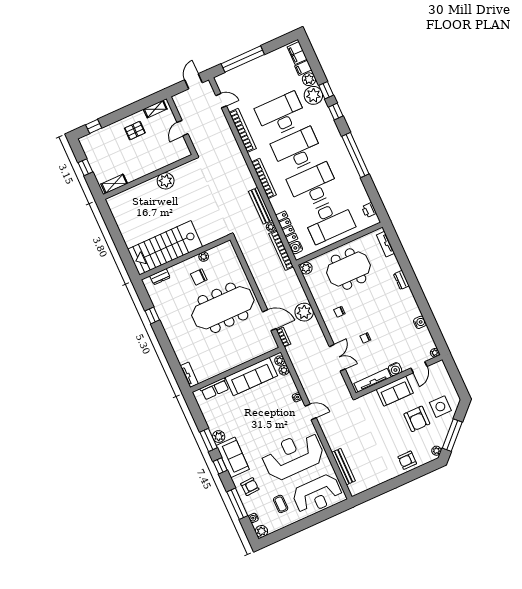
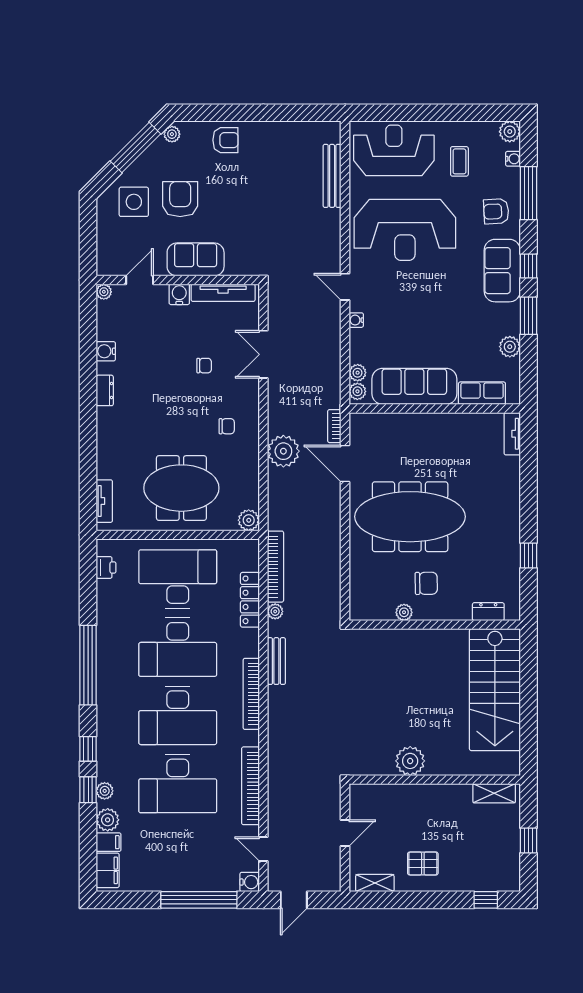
plant: (313, 95) -> (105, 791), width x0.53, depth x0.53
bench: (260, 206) -> (276, 661), width x0.73
stairs: (165, 248) -> (495, 690), moved, turned 90
water cooler: (296, 248) -> (250, 882), moved
dresser: (401, 280) -> (105, 390), moved
plant: (219, 437) -> (510, 347), moved

